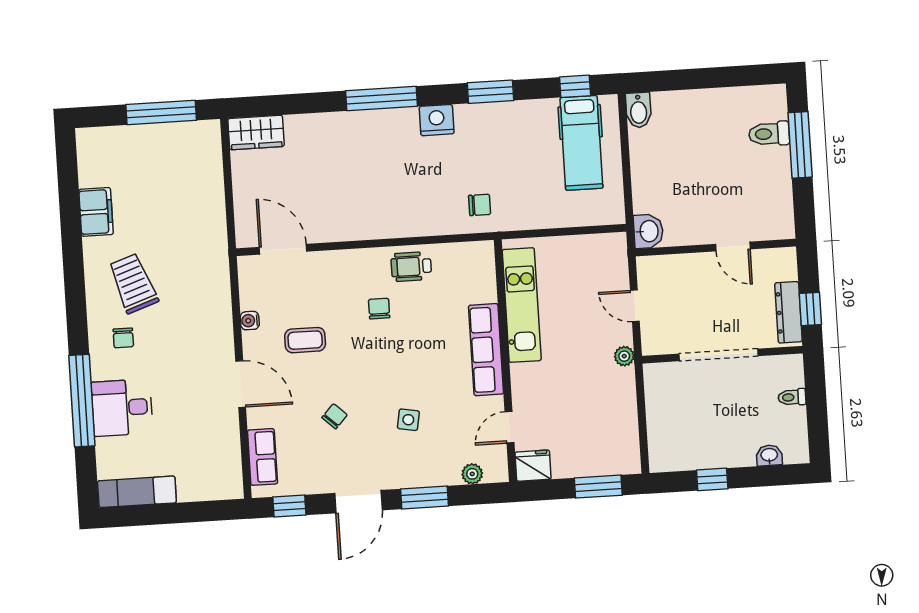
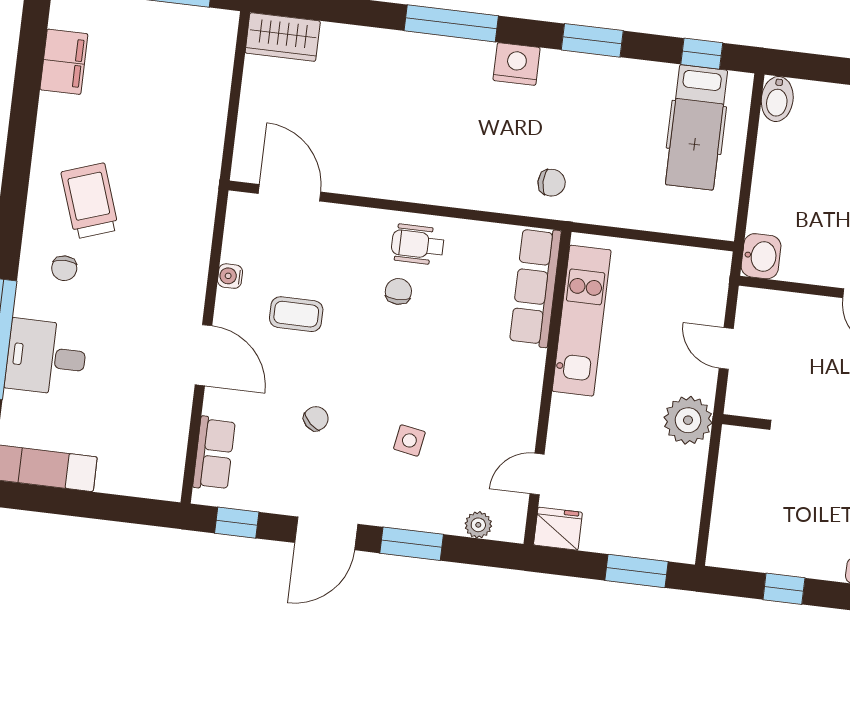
filing cabinet: (96, 212) -> (64, 62), moved
wheelchair: (411, 267) -> (418, 245), moved
row of seats: (486, 350) -> (535, 287), moved
plant: (624, 356) -> (688, 420), width x1.87, depth x1.87

